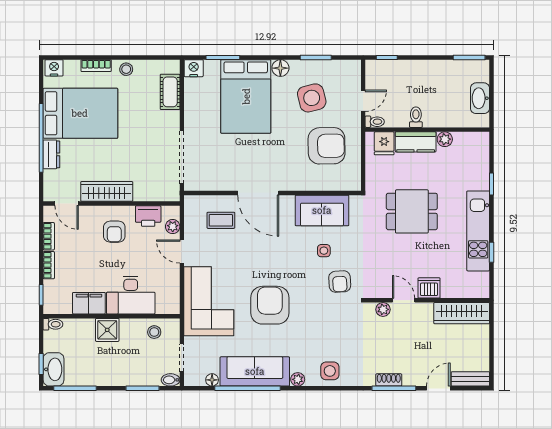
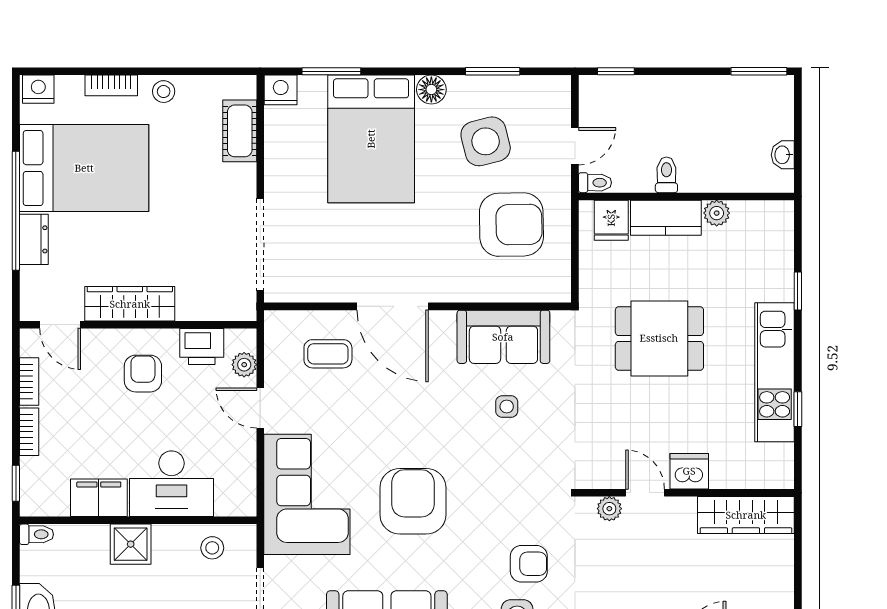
washbasin: (480, 98) -> (783, 155), width x0.52, depth x0.69
armchair: (114, 232) -> (143, 374), turned 180
armchair: (340, 282) -> (529, 564), moved, turned -87

